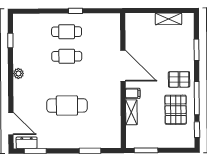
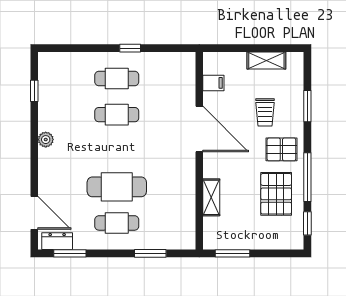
trolley: (168, 54) -> (265, 112), added
filing cabinet: (133, 93) -> (213, 83), moved
cafe table: (67, 130) -> (117, 223), added

